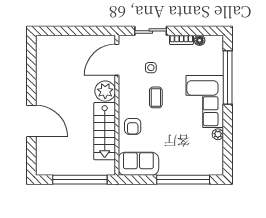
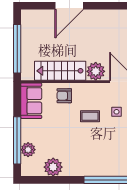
corner sofa: (205, 102) -> (86, 160), removed
plant: (218, 134) -> (53, 167), width x1.87, depth x1.87
plant: (193, 167) -> (28, 150), added

